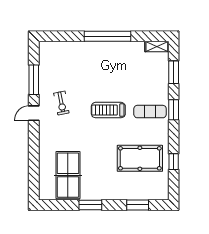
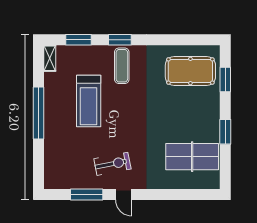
exercise bike: (61, 103) -> (112, 164), width x1.38, depth x1.39
treadmill: (108, 110) -> (89, 101), moved, width x1.37, depth x1.37
pool table: (140, 158) -> (190, 71), moved, turned 90
window: (174, 162) -> (177, 40), removed

